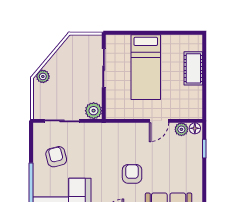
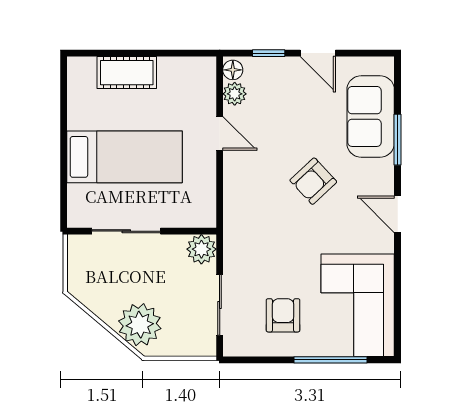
plant: (43, 76) -> (140, 325), width x1.88, depth x1.88
armchair: (56, 157) -> (283, 315), turned 104
armchair: (132, 174) -> (313, 181), turned -43
door: (204, 176) -> (318, 53), added

